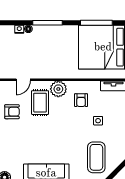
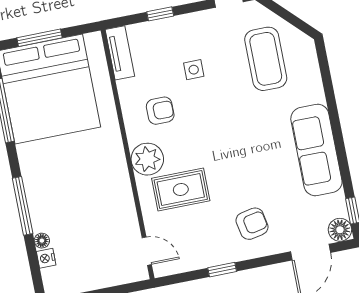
door: (23, 80) -> (147, 251), moved
armchair: (12, 112) -> (252, 224), moved, turned 79
coffee table: (96, 157) -> (266, 59), turned 90

